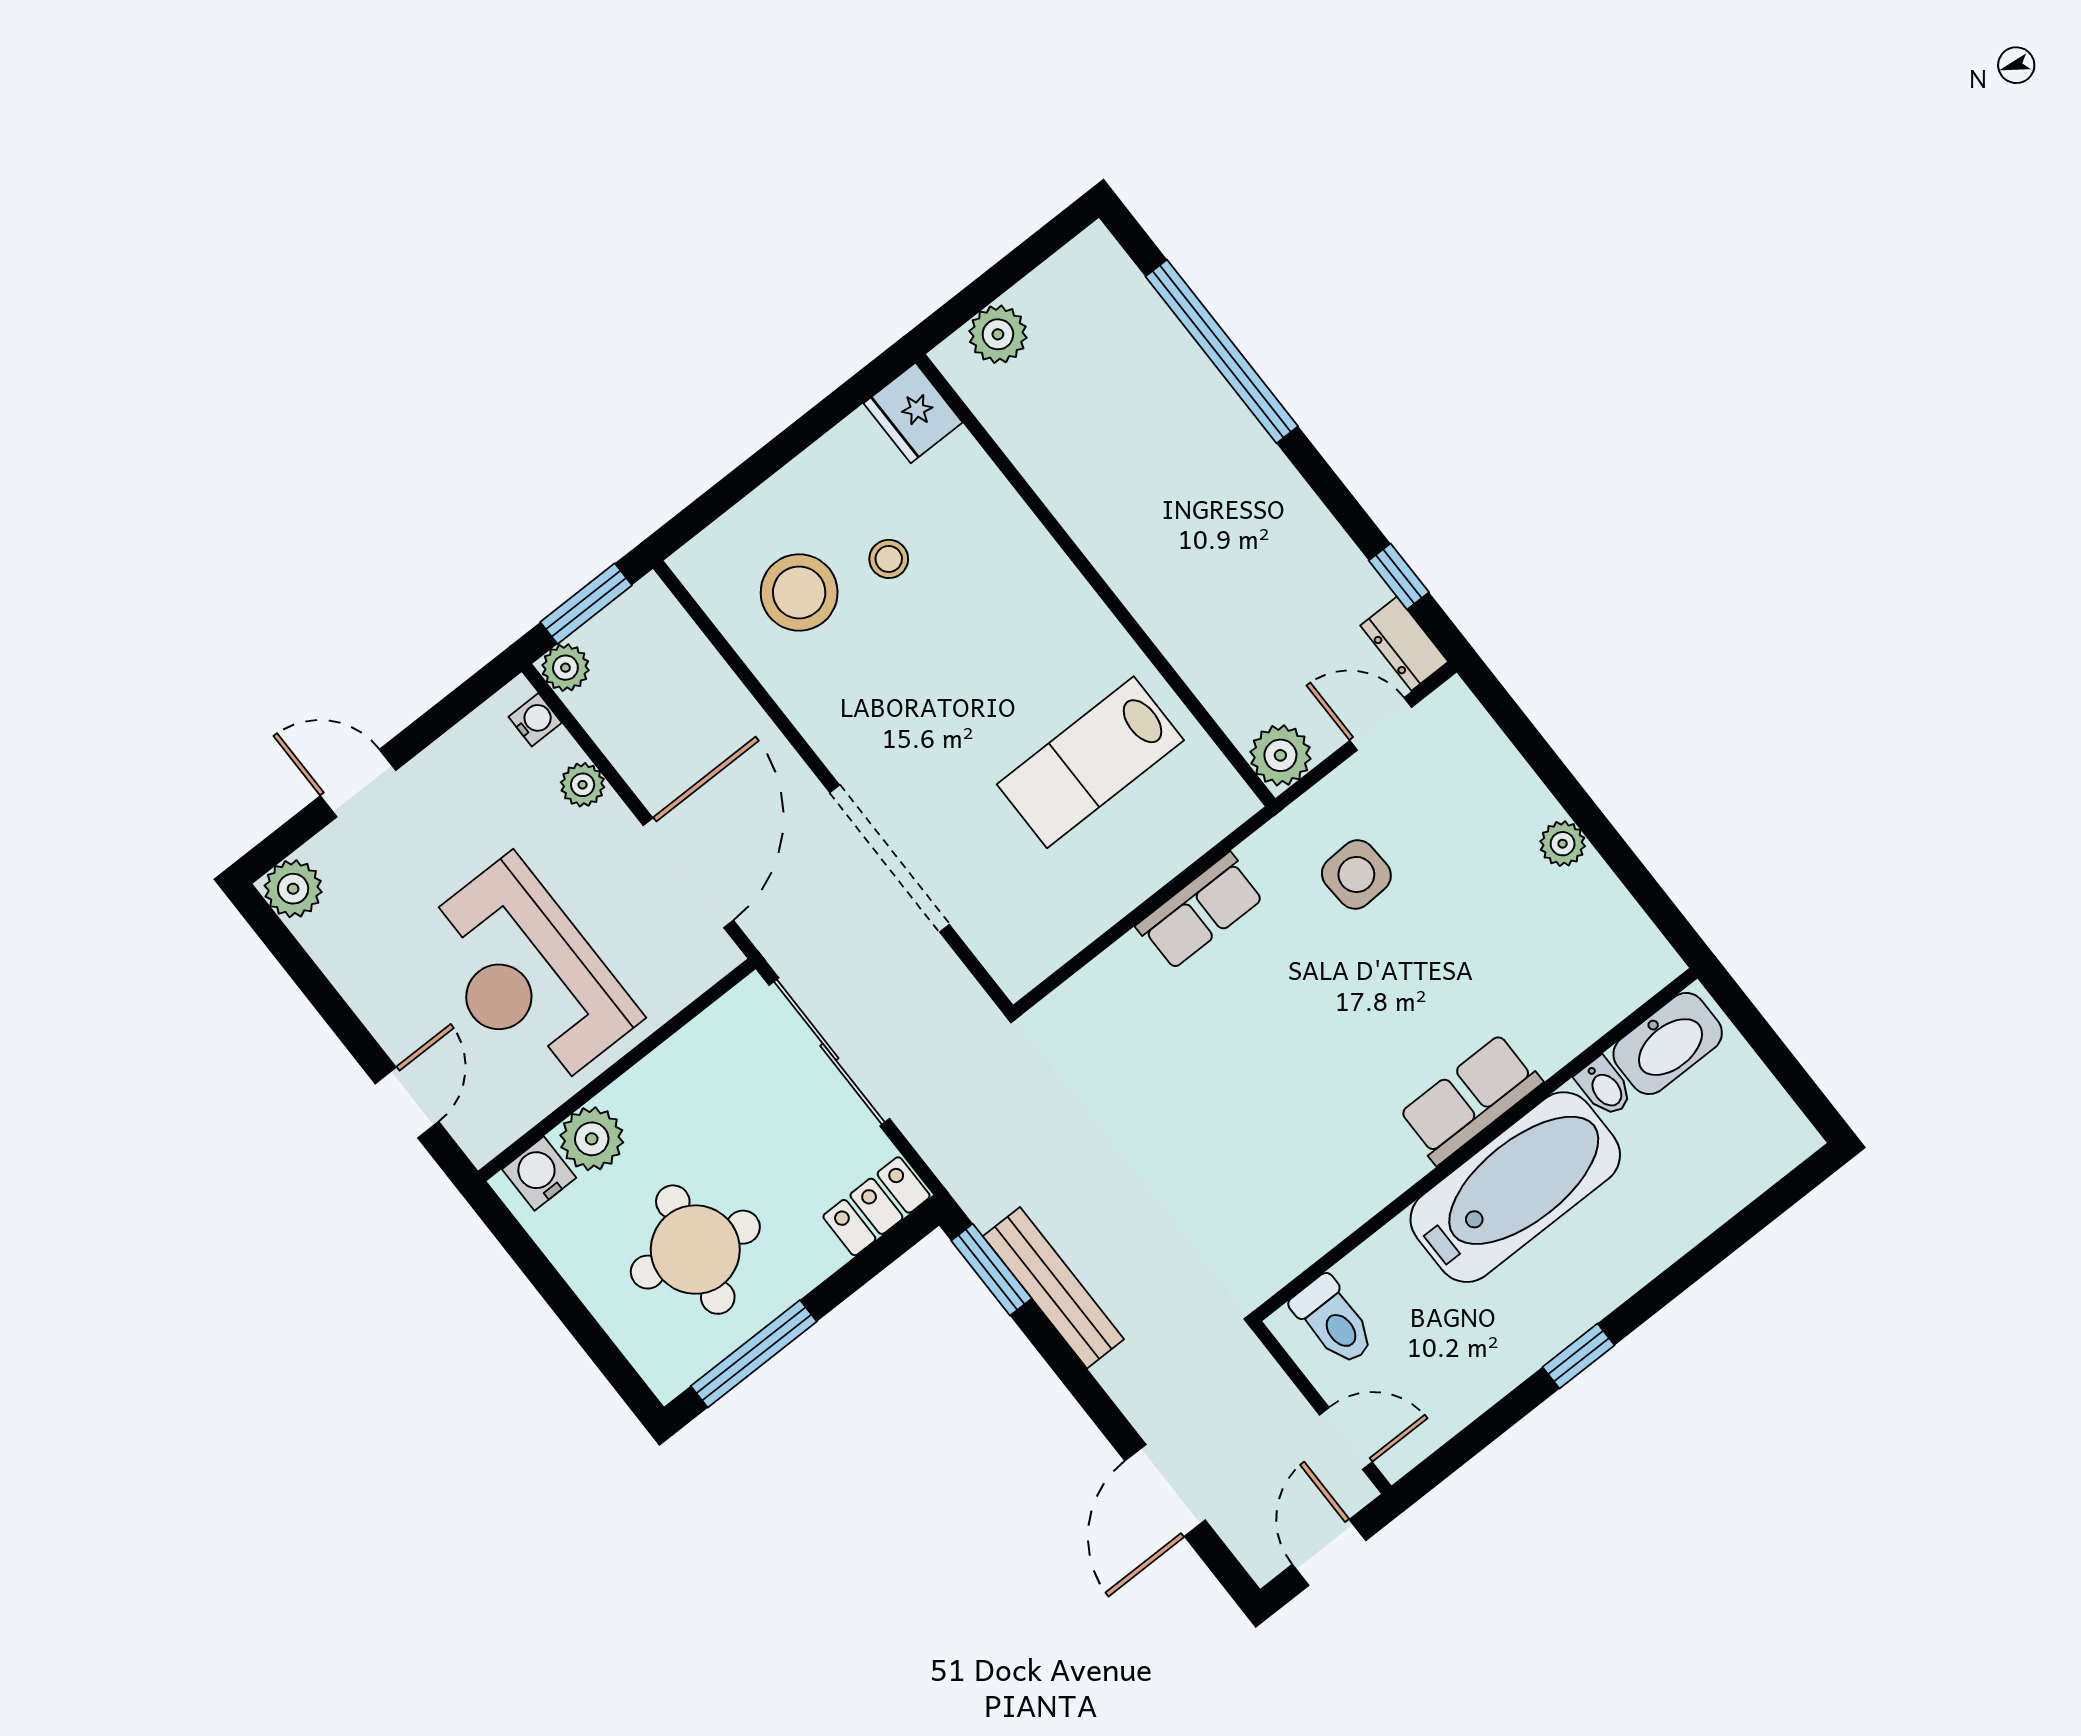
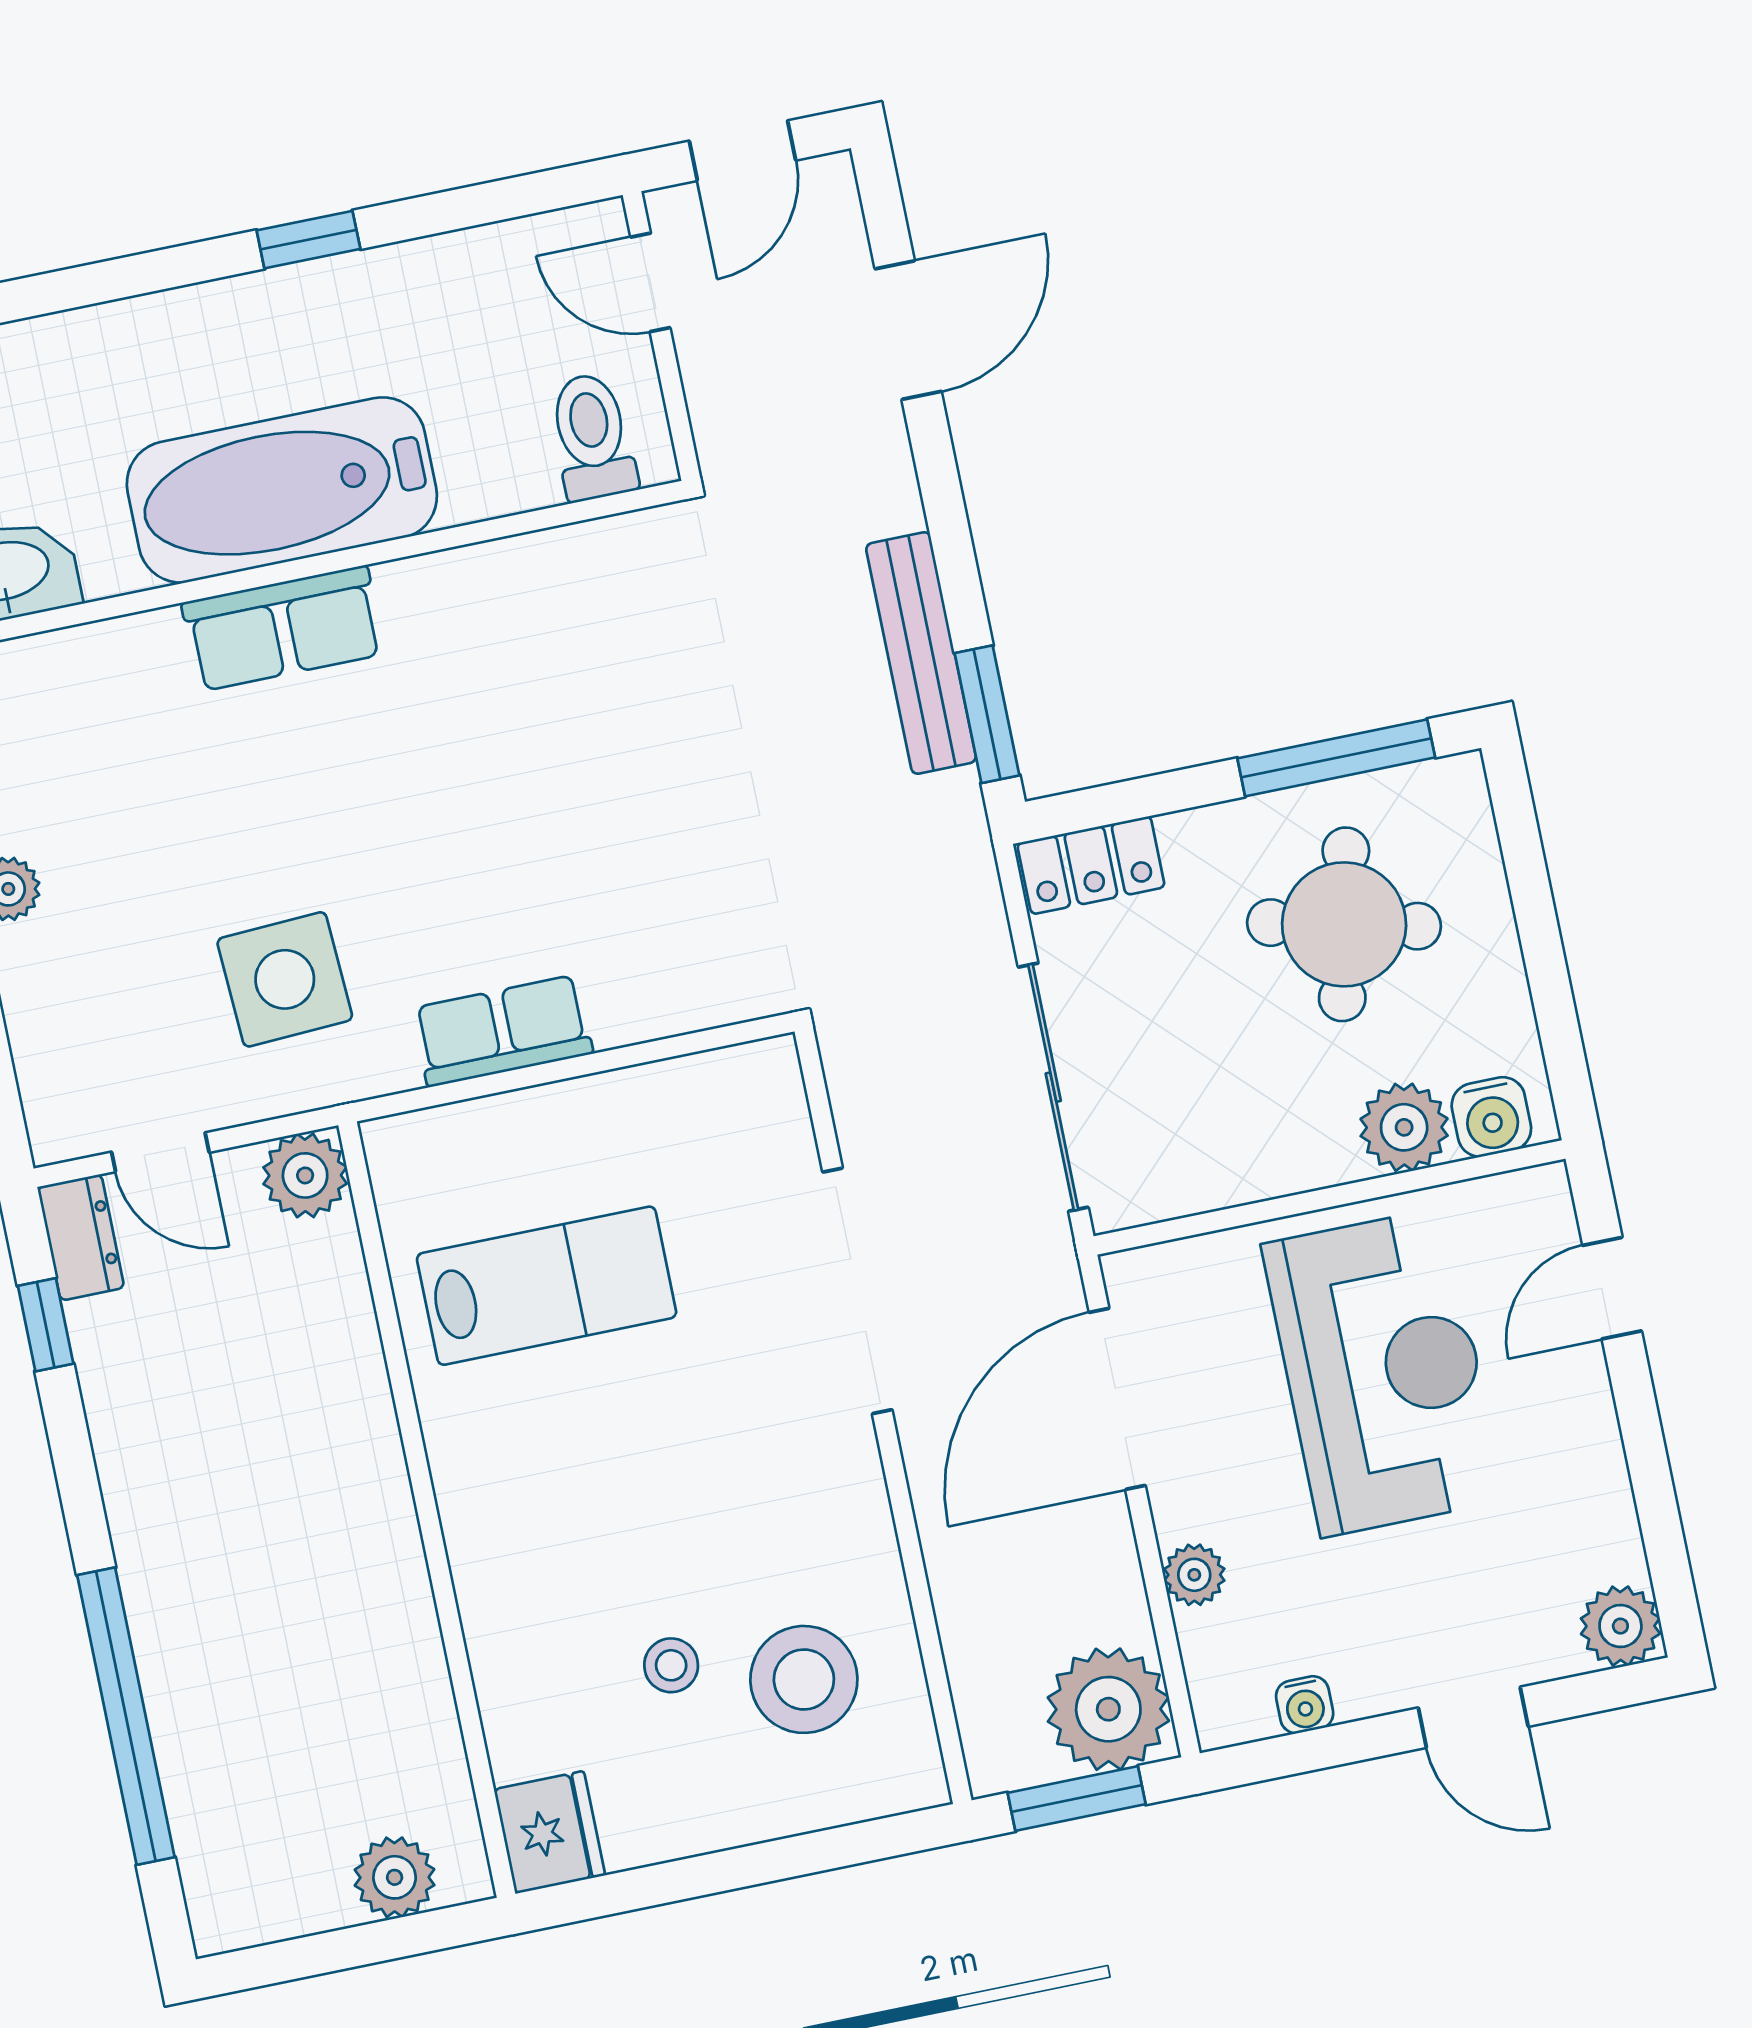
plant: (565, 668) -> (1108, 1709), width x1.88, depth x1.88
water cooler: (535, 720) -> (1305, 1705), moved, turned -90
side table: (1356, 874) -> (285, 979), width x1.37, depth x1.37
bidet: (1604, 1087) -> (108, 559), removed

